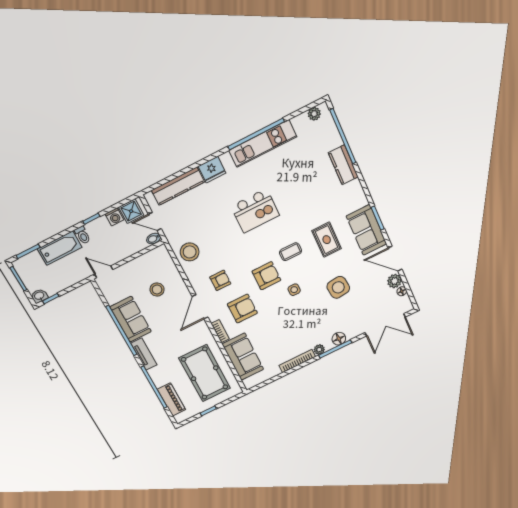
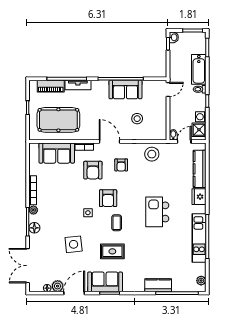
tv unit: (144, 354) -> (78, 85), moved

